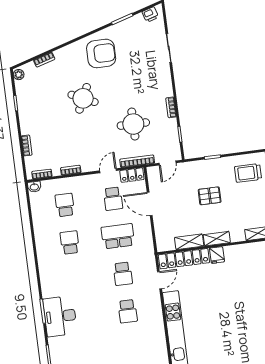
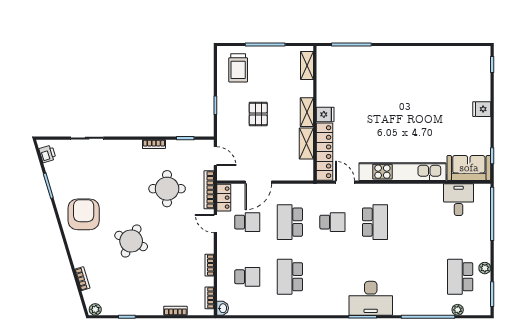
school desk: (65, 205) -> (247, 277), turned 180
school desk: (70, 242) -> (290, 277), width x1.85
school desk: (128, 311) -> (375, 222), width x1.85

